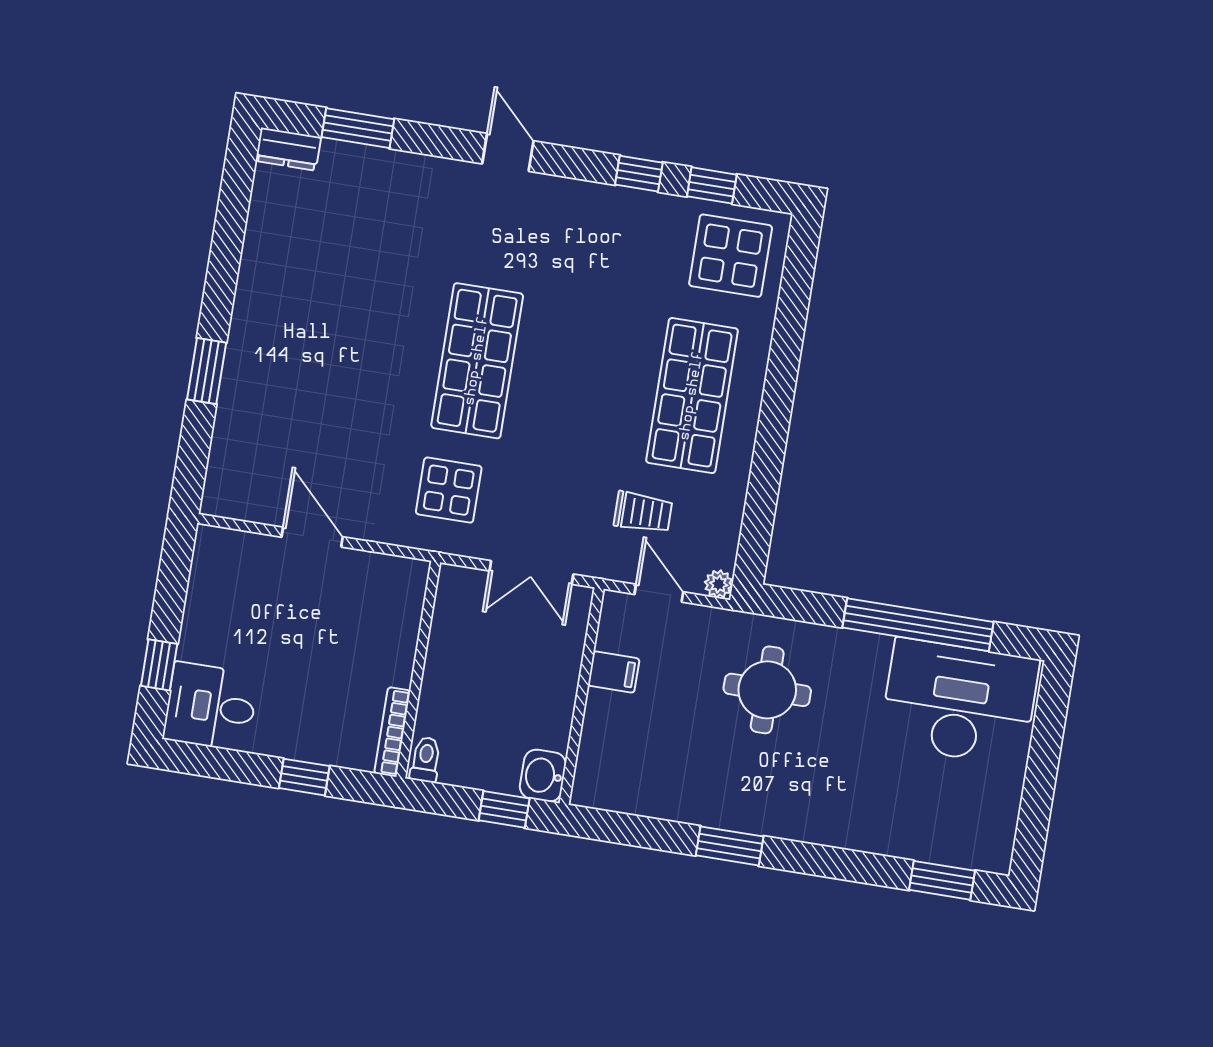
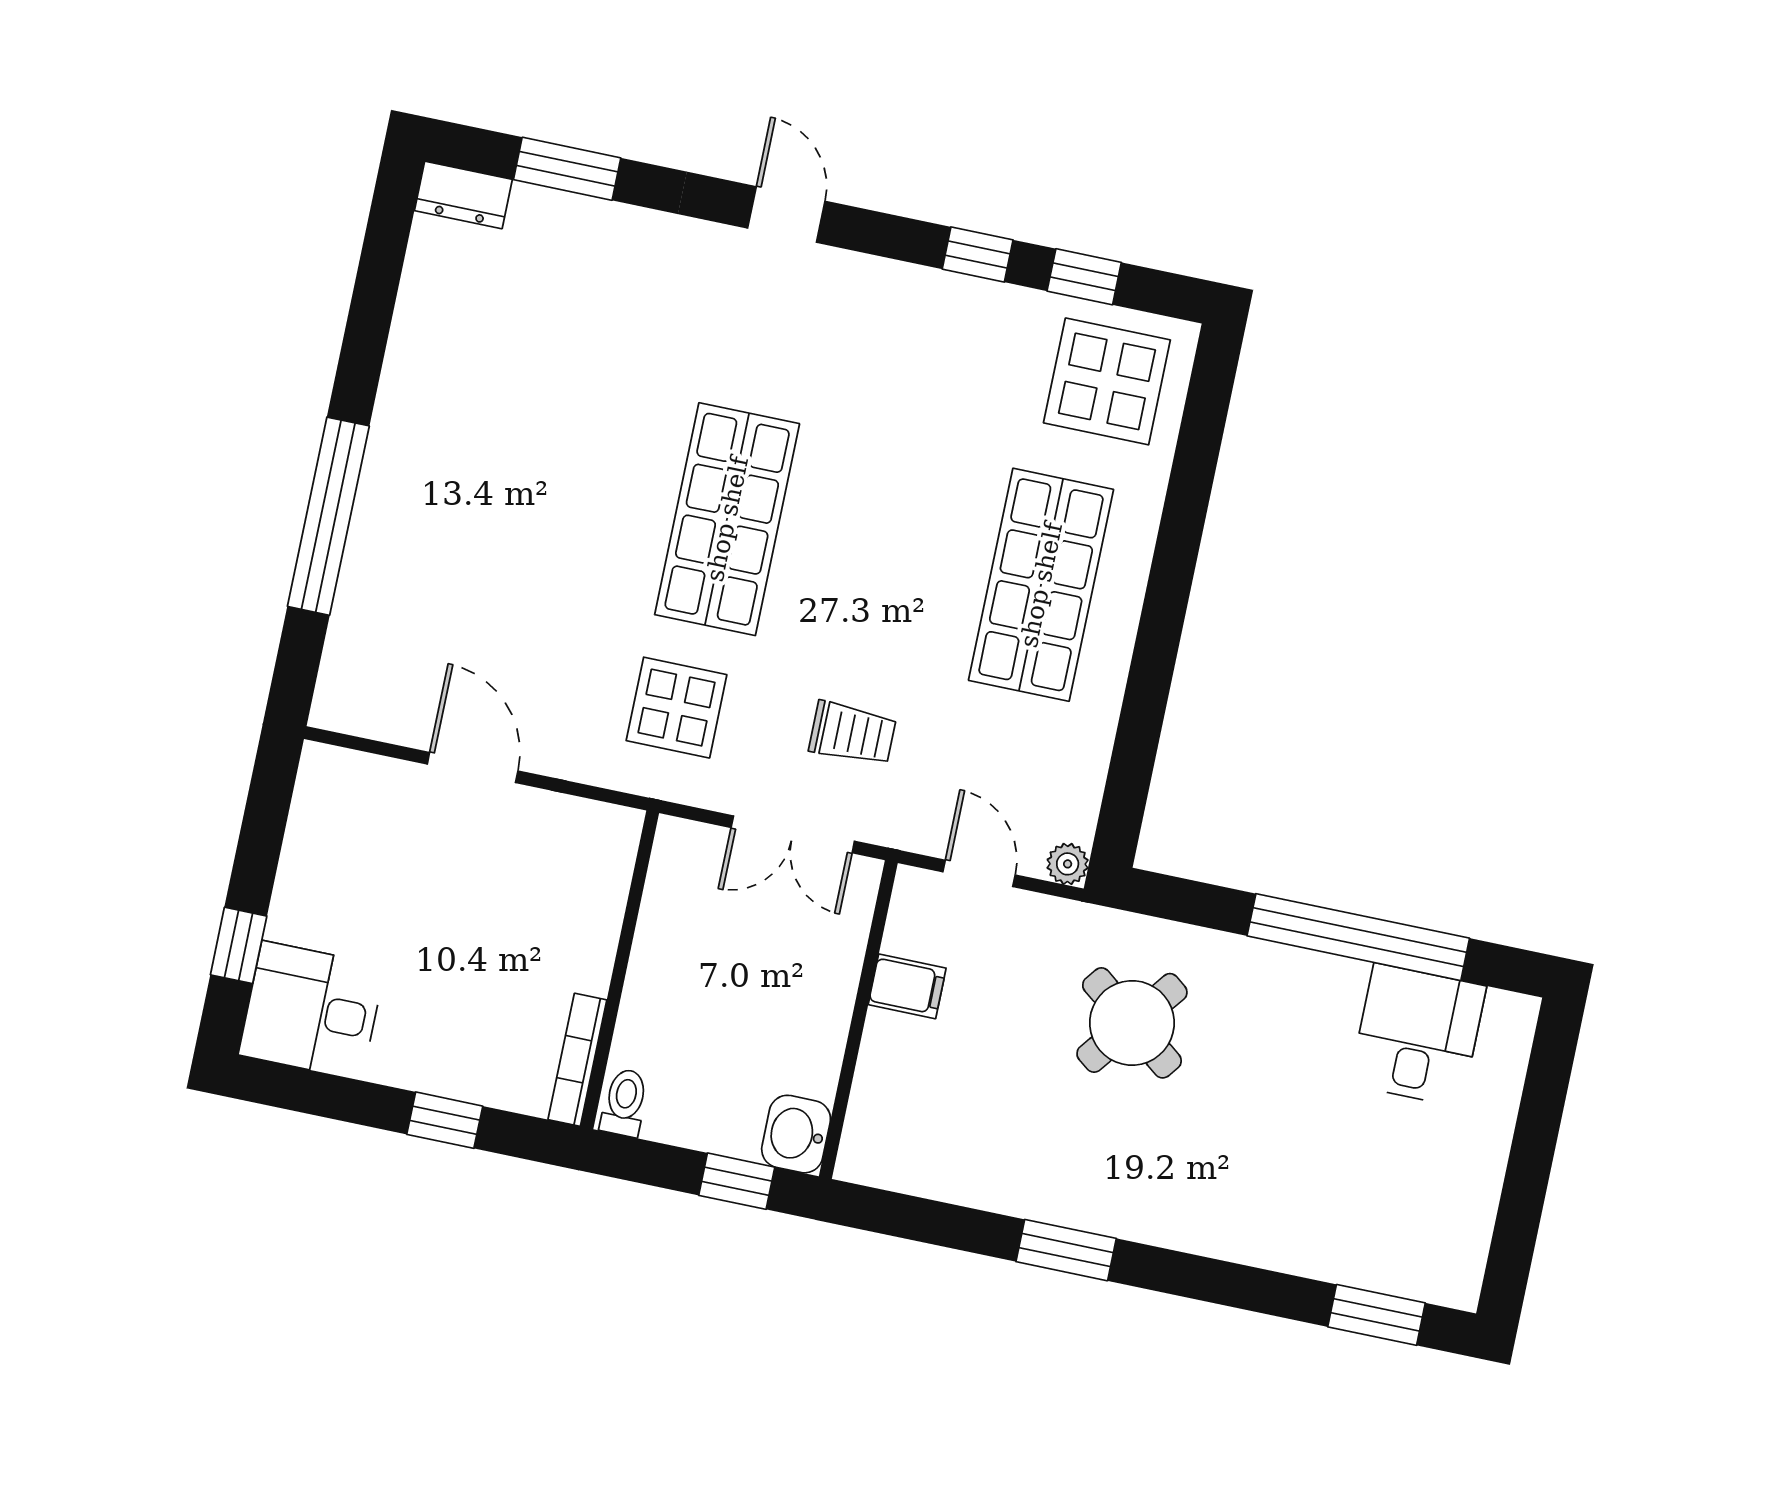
window: (207, 371) -> (328, 516), width x2.11
trolley: (643, 512) -> (853, 733), moved
round table: (767, 690) -> (1132, 1023), turned 38
desk: (959, 702) -> (1418, 1035), width x0.53, depth x0.77

